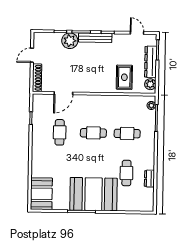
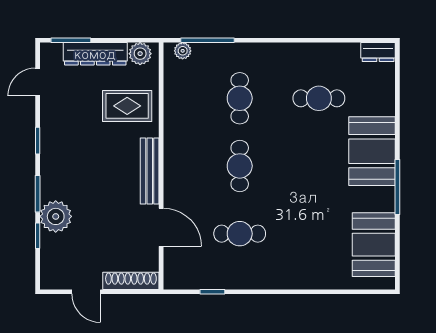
bench: (95, 38) -> (150, 171), moved
dresser: (149, 179) -> (378, 52), moved
booth: (41, 194) -> (374, 245), moved, turned 90
booth: (93, 194) -> (372, 151), width x0.73, depth x0.70

